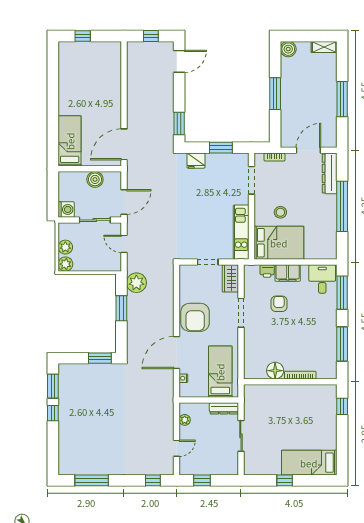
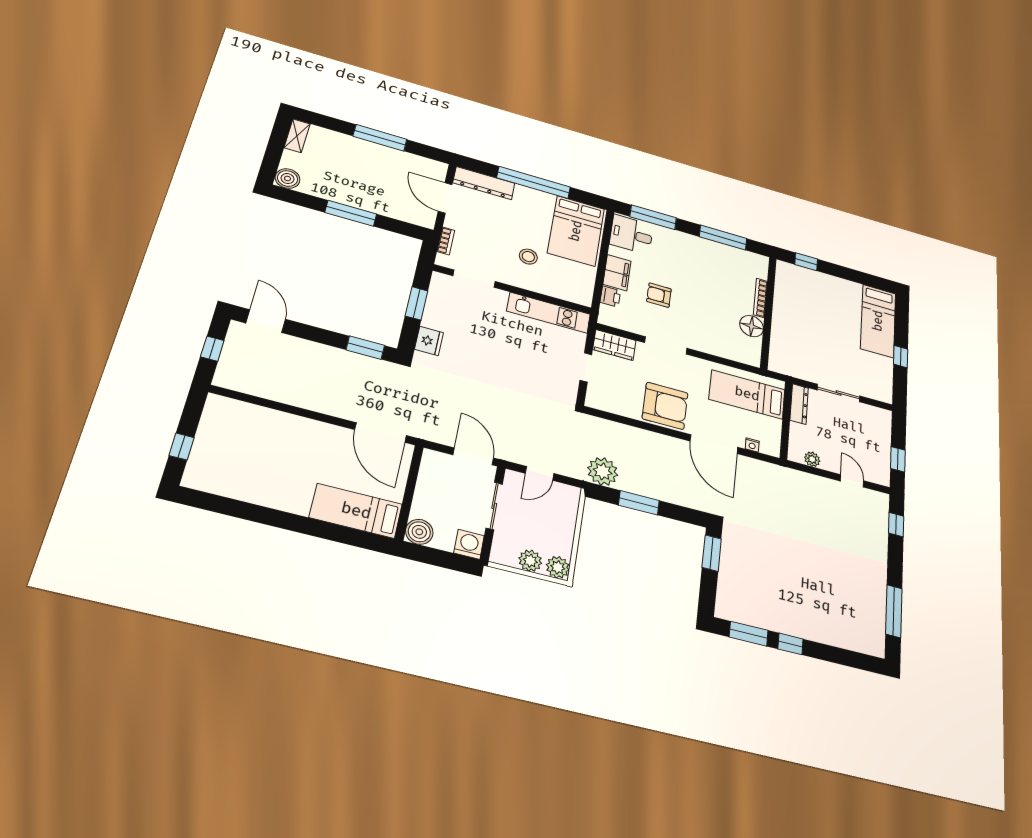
boiler: (95, 179) -> (419, 532), moved
bed: (279, 243) -> (576, 231), moved, turned 180

